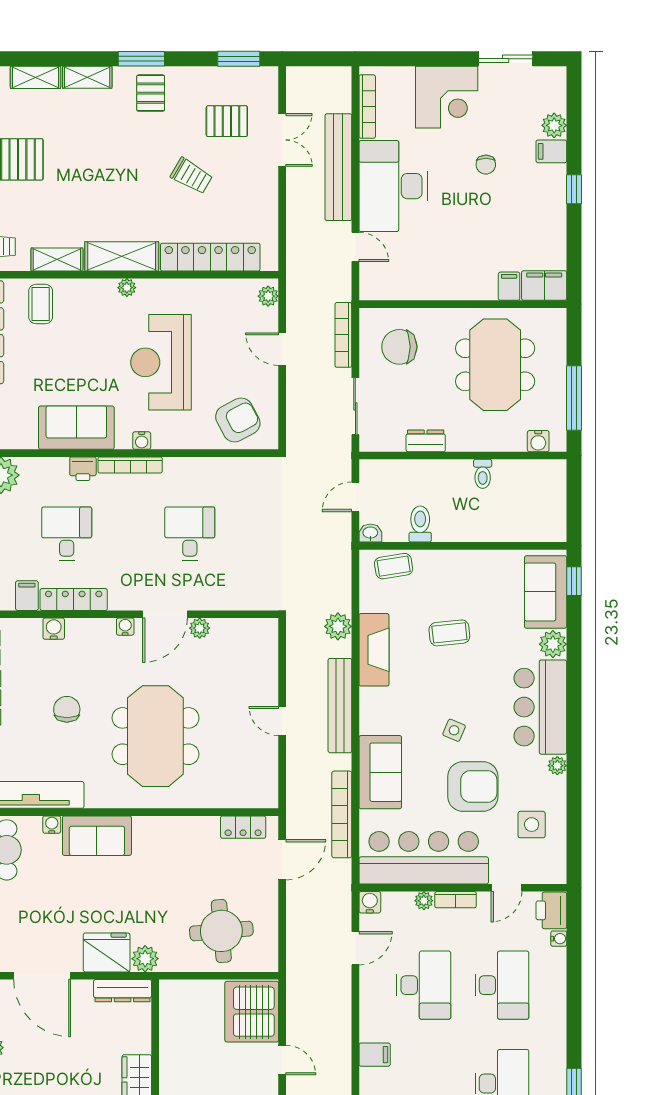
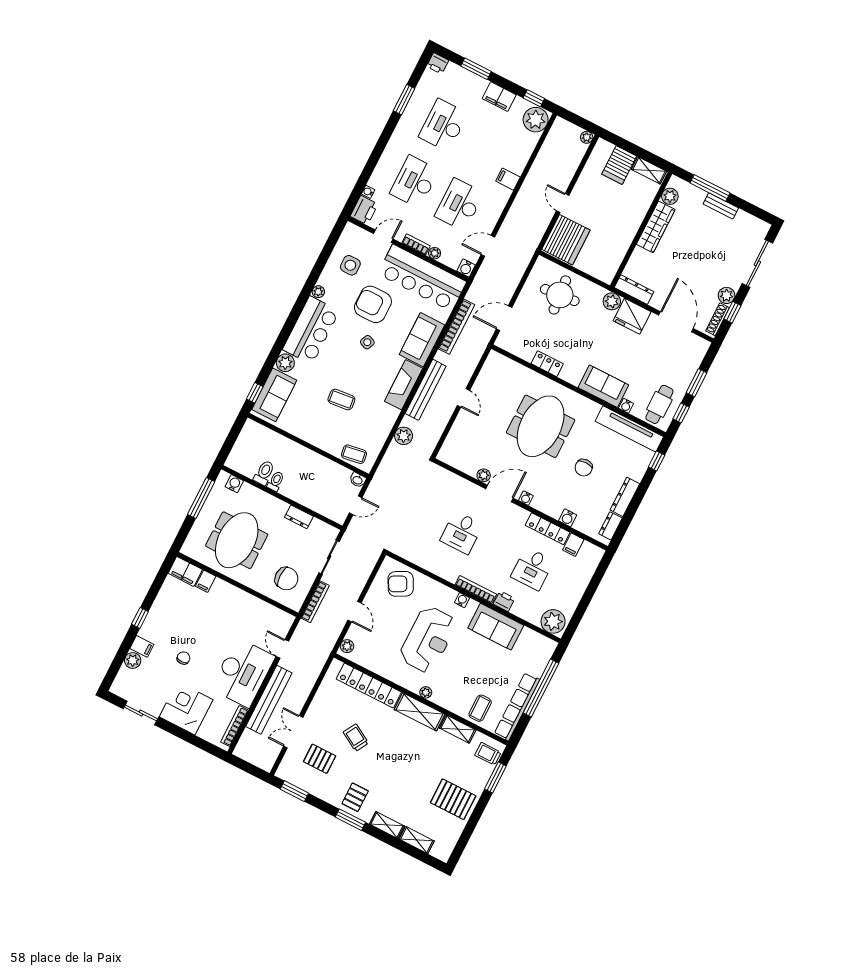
toilet: (420, 524) -> (264, 473), moved, turned 180
fireplace: (374, 650) -> (404, 385), moved
locker: (243, 827) -> (547, 364), moved

